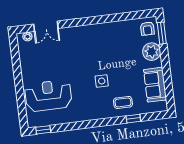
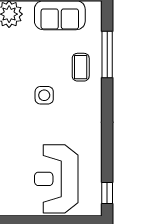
window: (133, 119) -> (107, 54), width x2.17

